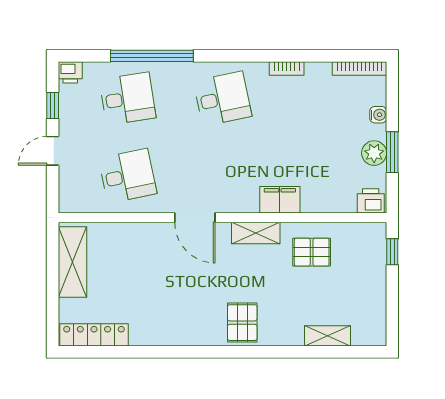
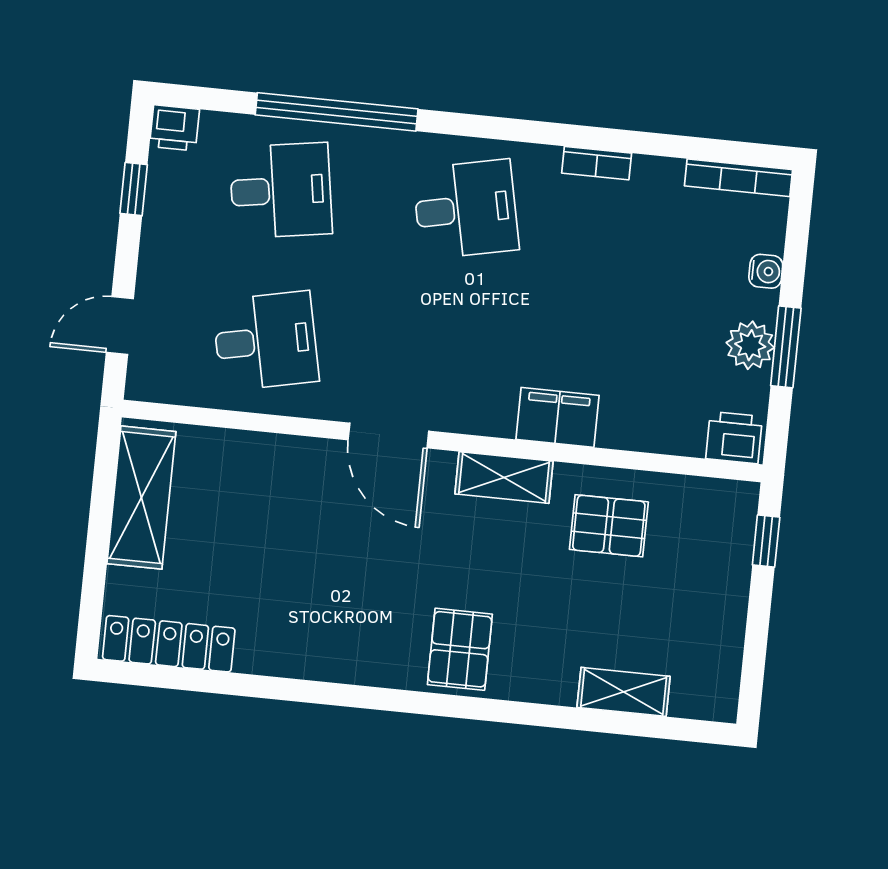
door: (53, 151) -> (120, 326), moved

